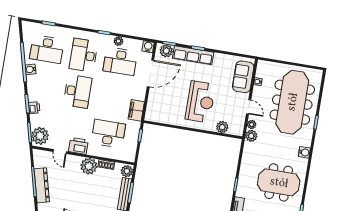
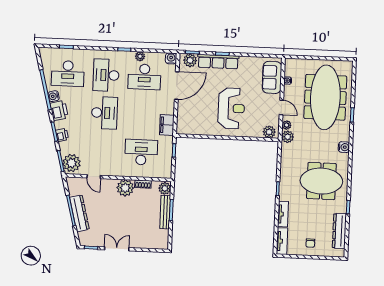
plant: (222, 127) -> (269, 132), moved
printer: (78, 146) -> (59, 111), moved, turned 76

